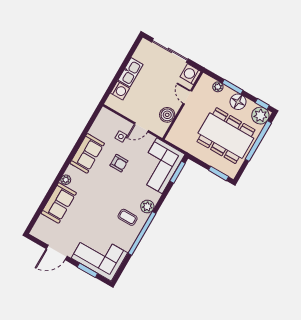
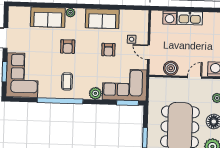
armchair: (96, 199) -> (68, 47), added
plant: (147, 206) -> (95, 93), moved

